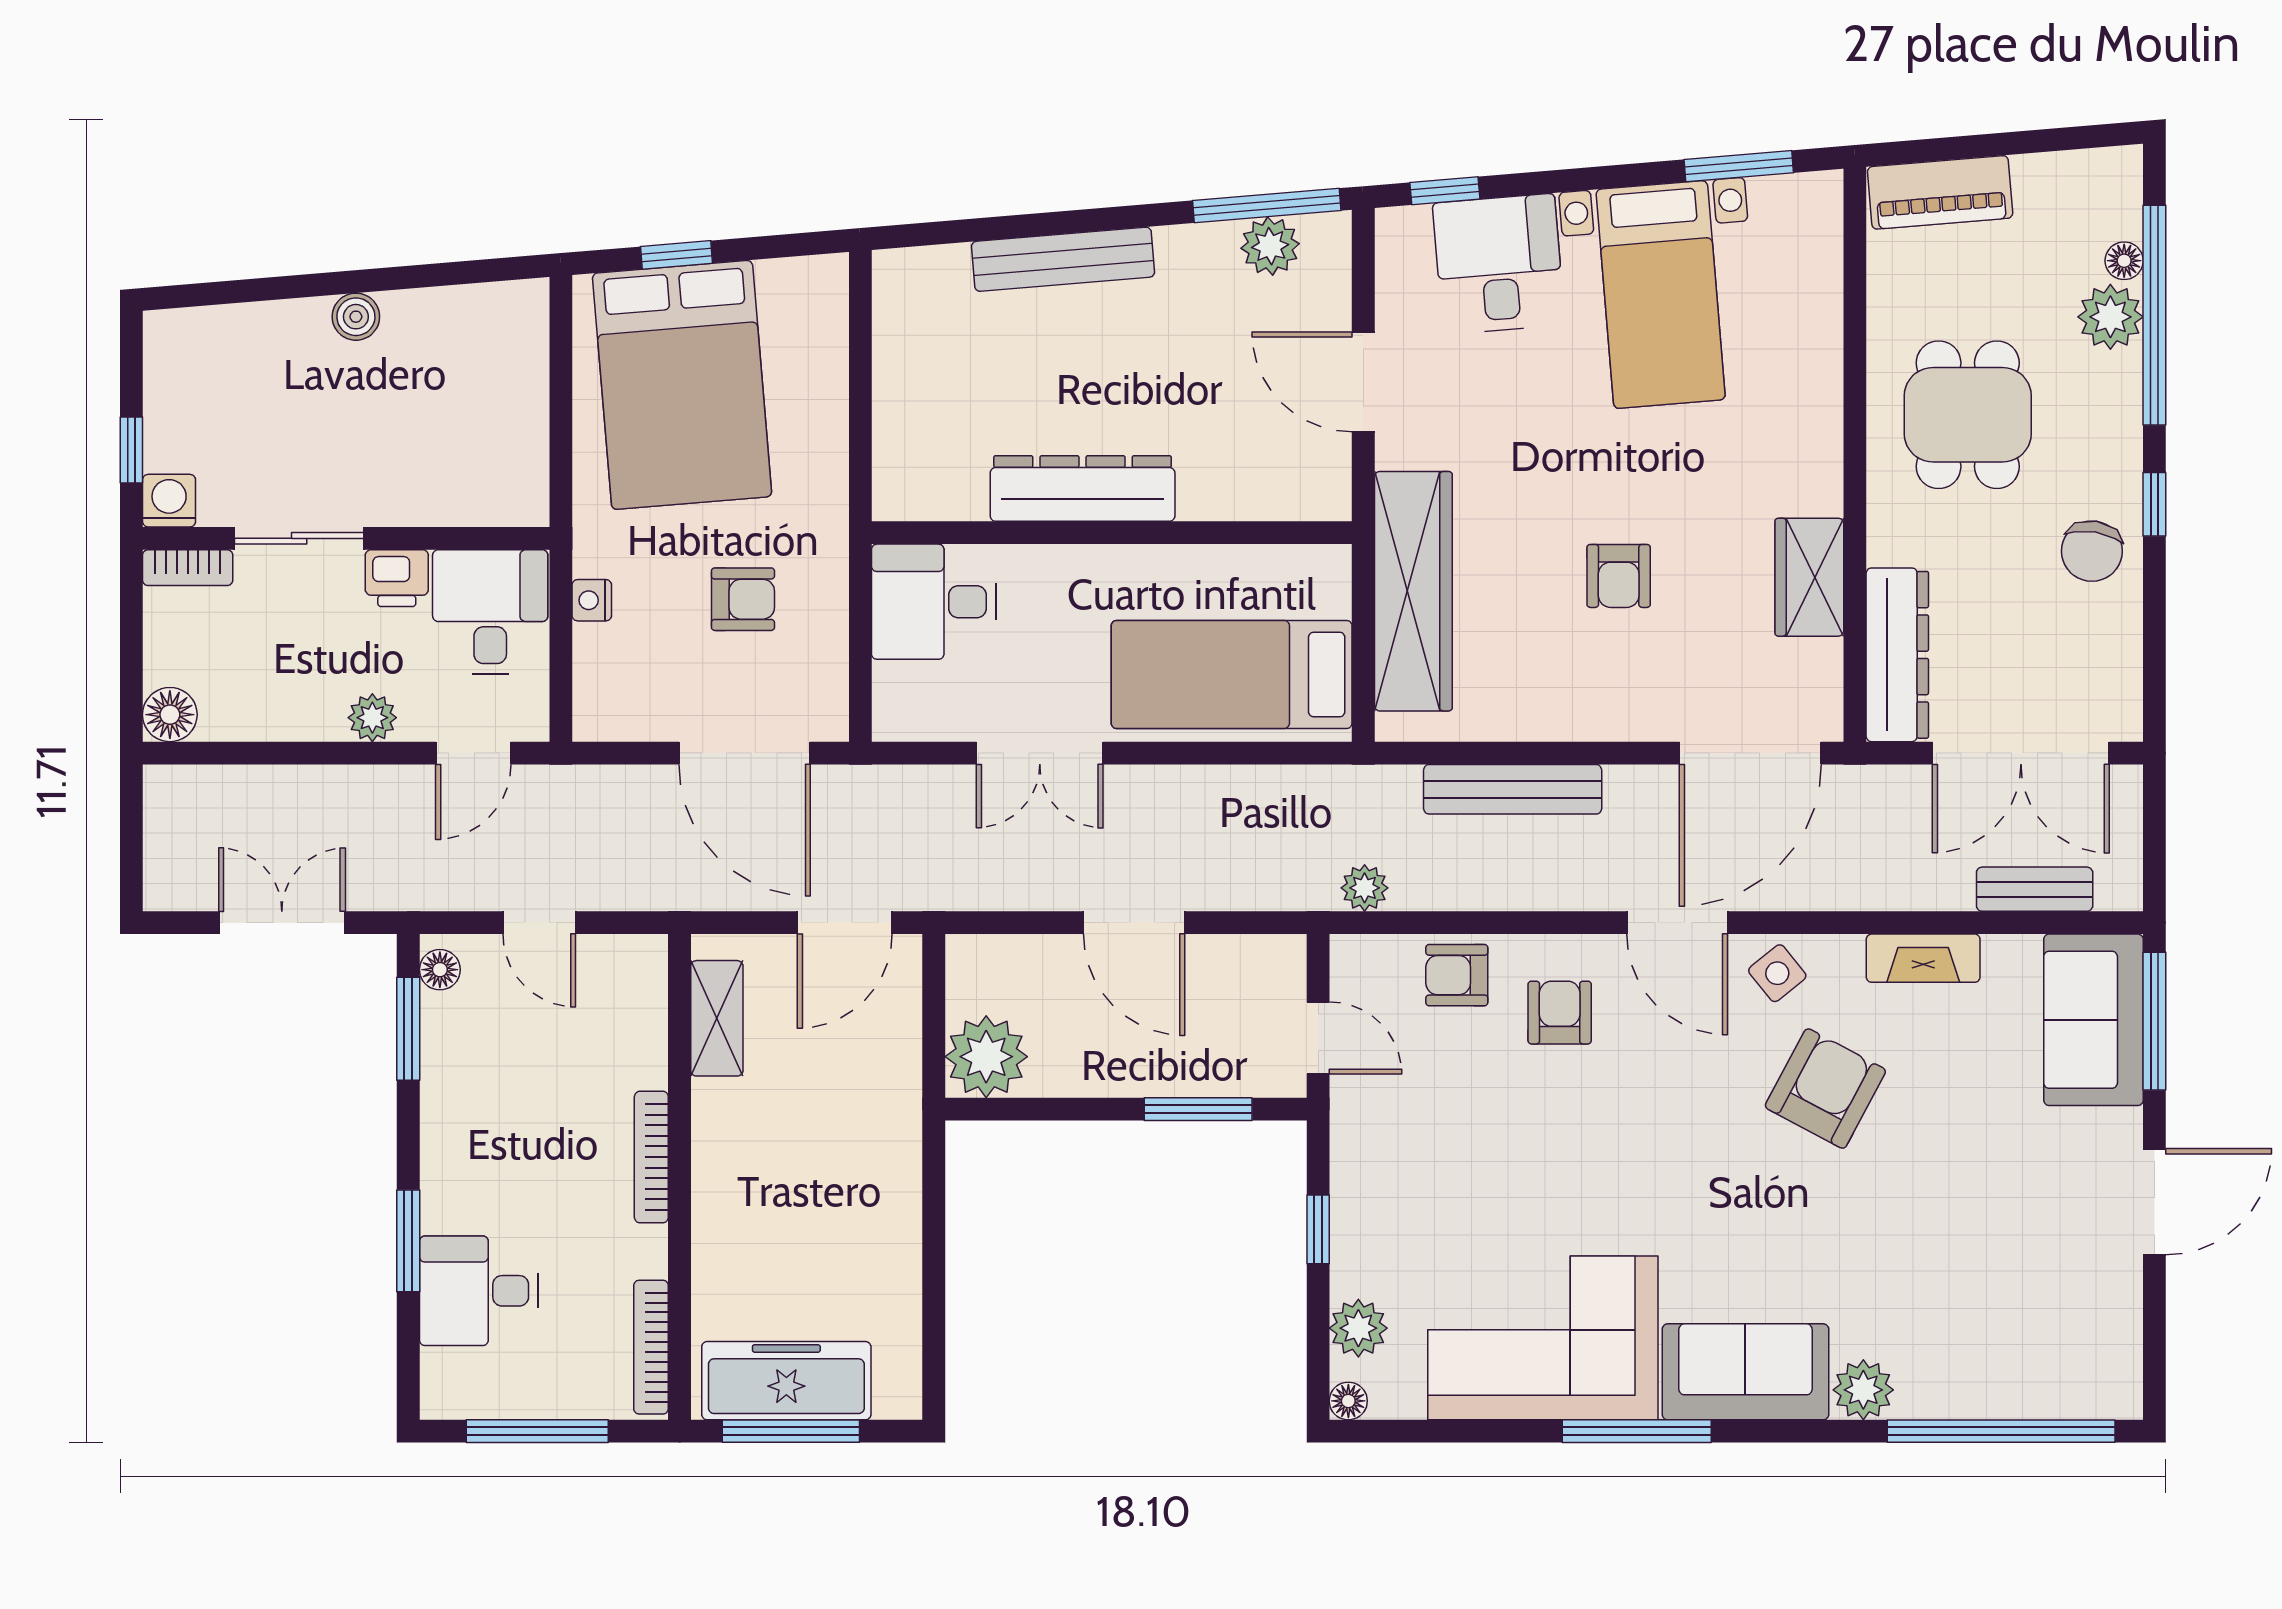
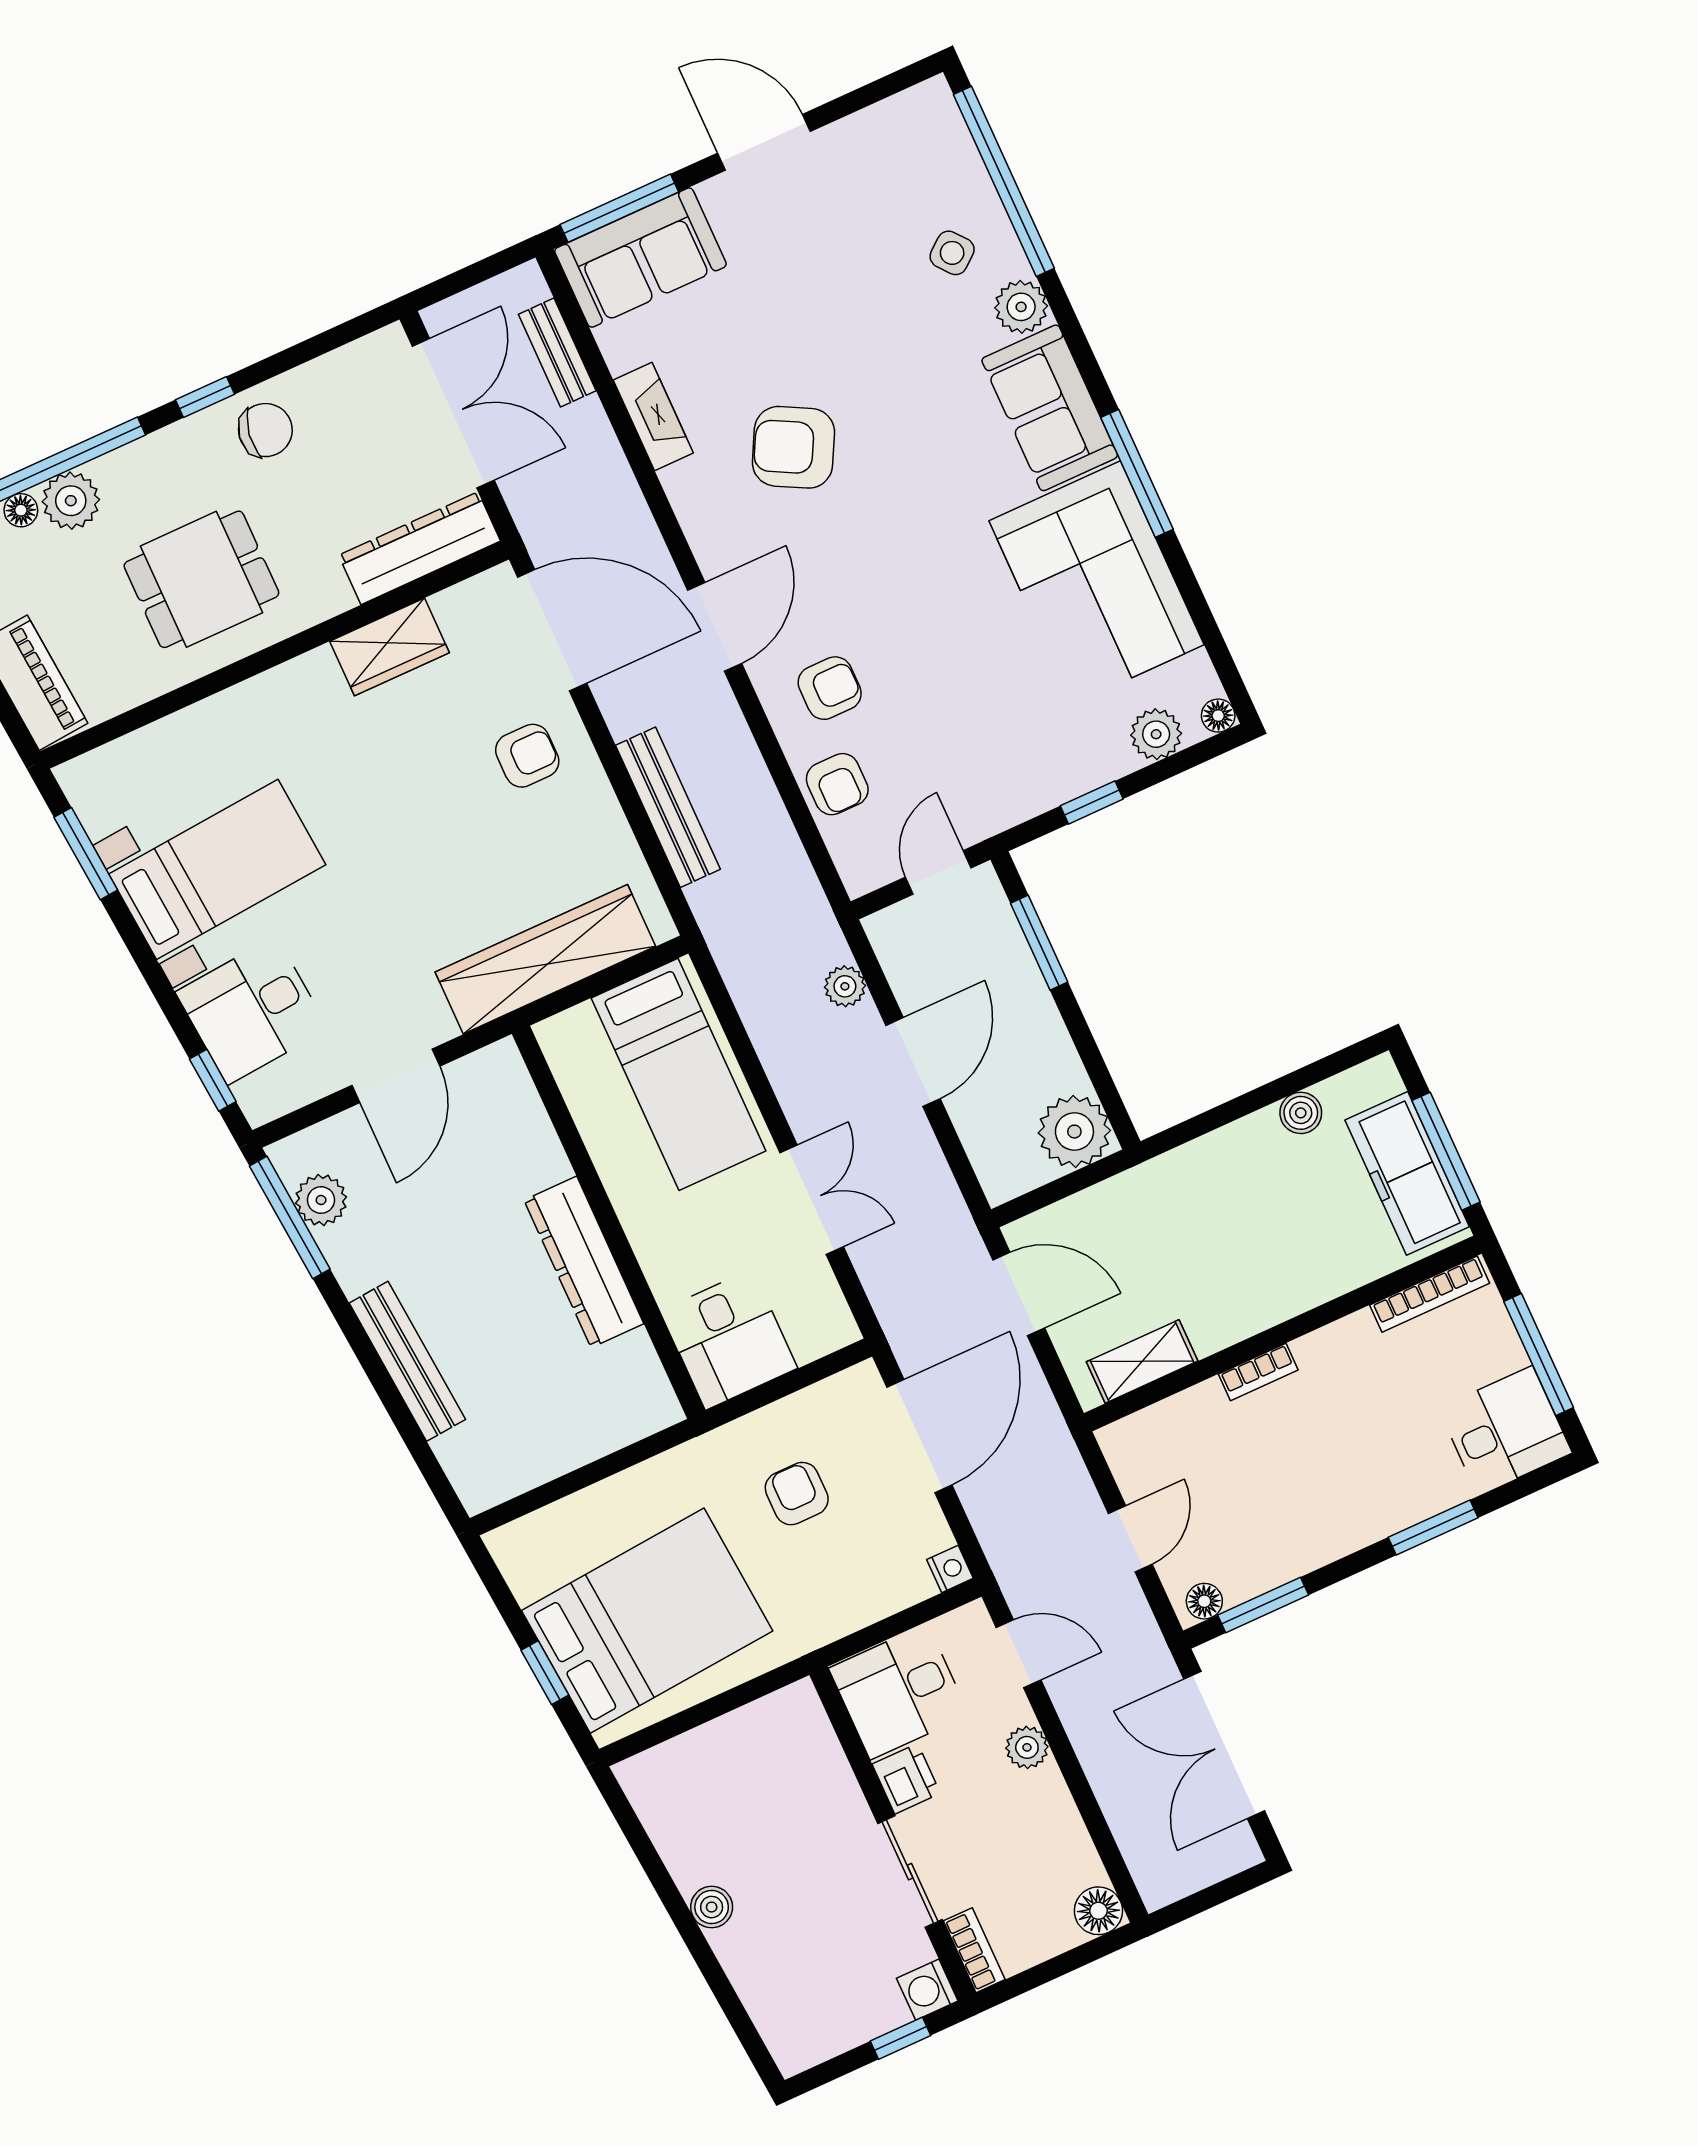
armchair: (1619, 576) -> (527, 756), moved
nightstand: (592, 600) -> (950, 1569), moved, turned -90
plant: (1365, 888) -> (845, 986), moved
double door: (282, 923) -> (1224, 1745), width x1.37
side table: (1777, 973) -> (952, 253), moved
armchair: (1560, 1013) -> (830, 688), turned 180
bookcase: (651, 1157) -> (1258, 1372), width x0.64
desk: (479, 1291) -> (1505, 1431), moved, turned -90
boiler: (899, 1299) -> (1301, 1113), added

